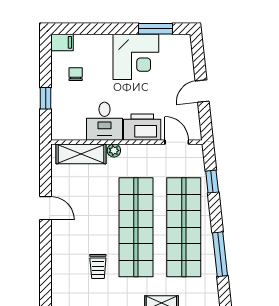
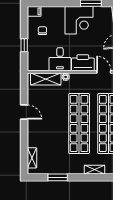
trolley: (98, 267) -> (56, 147), removed
shelving: (58, 284) -> (32, 158), added

